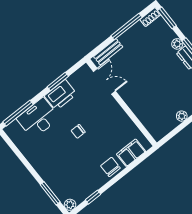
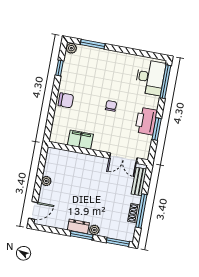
shoe rack: (150, 17) -> (134, 213), moved
desk: (38, 118) -> (150, 77), moved
filing cabinet: (131, 153) -> (80, 140), moved, turned -90

